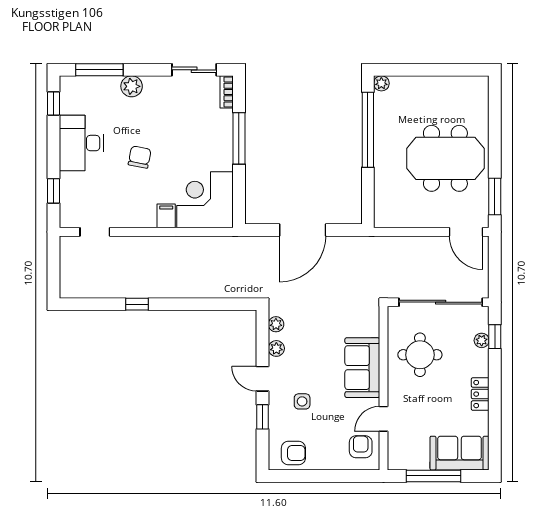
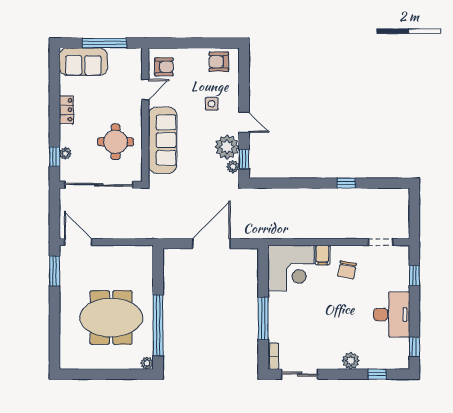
window: (99, 70) -> (377, 374), width x0.46
chair: (140, 157) -> (347, 270), moved
meeting table: (445, 158) -> (111, 318), moved
plant: (276, 348) -> (227, 147), width x1.88, depth x1.88
sofa: (362, 368) -> (163, 140), width x1.36
window: (262, 417) -> (244, 159), moved
armchair: (361, 447) -> (164, 67), turned -90

